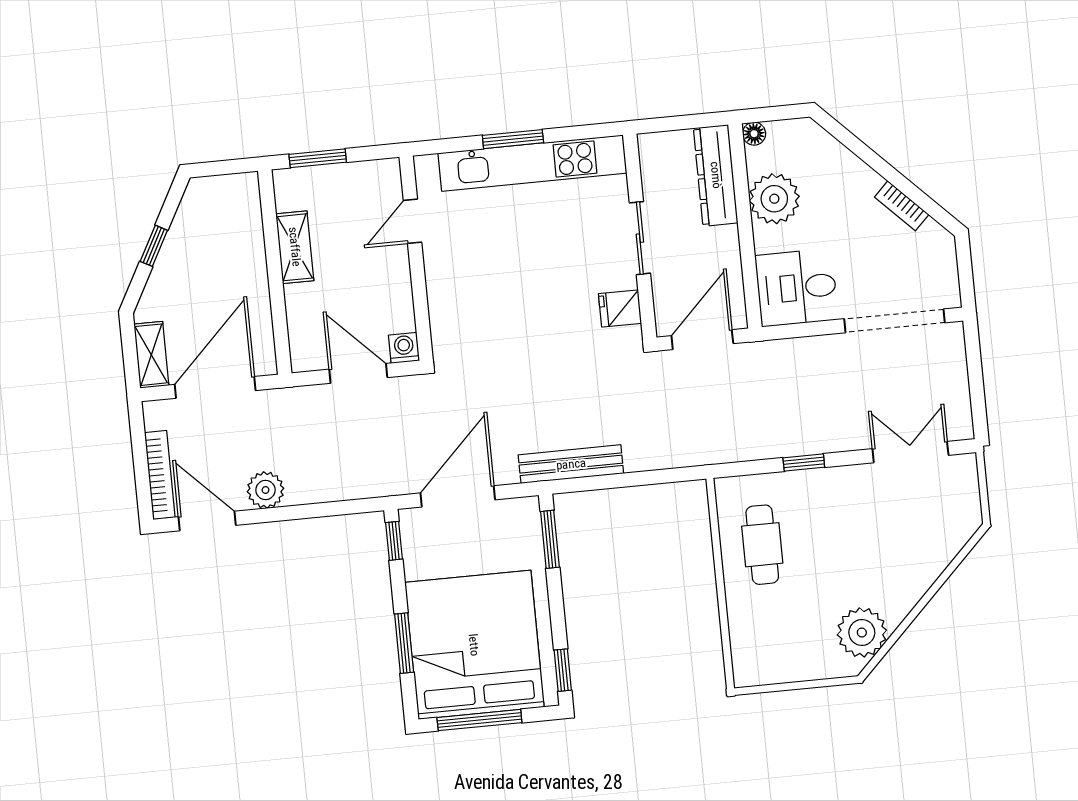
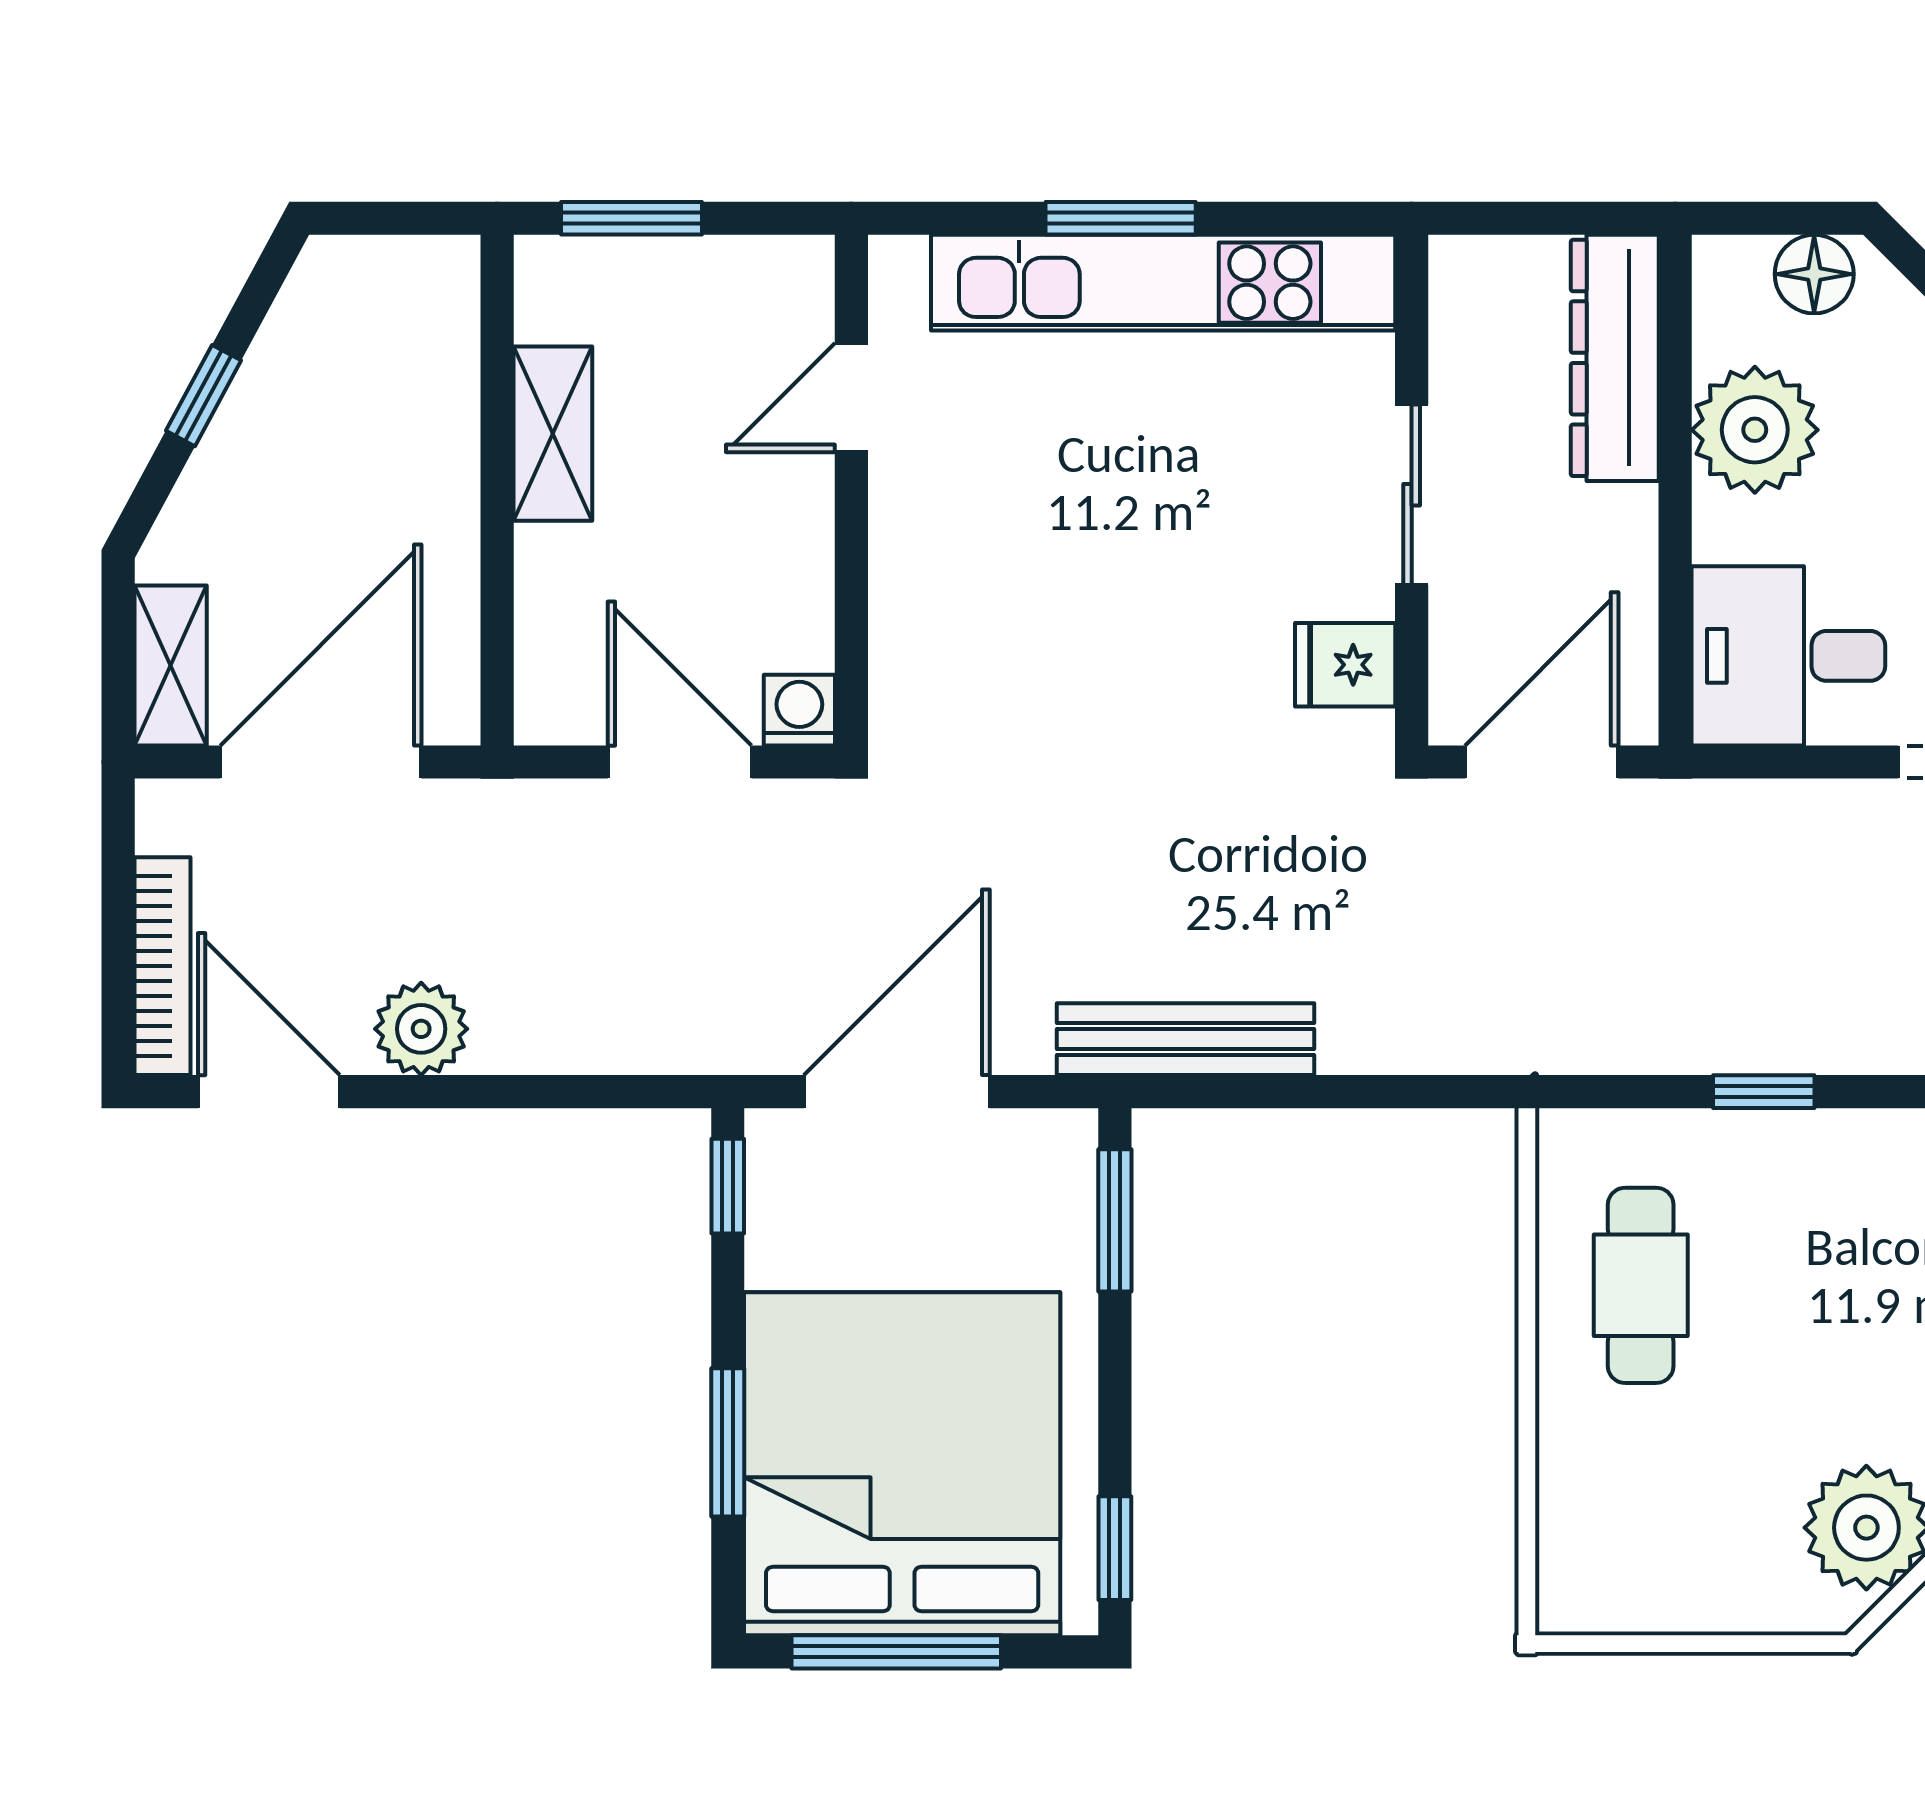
floor lamp: (754, 134) -> (1814, 274), moved, width x1.37, depth x1.37

